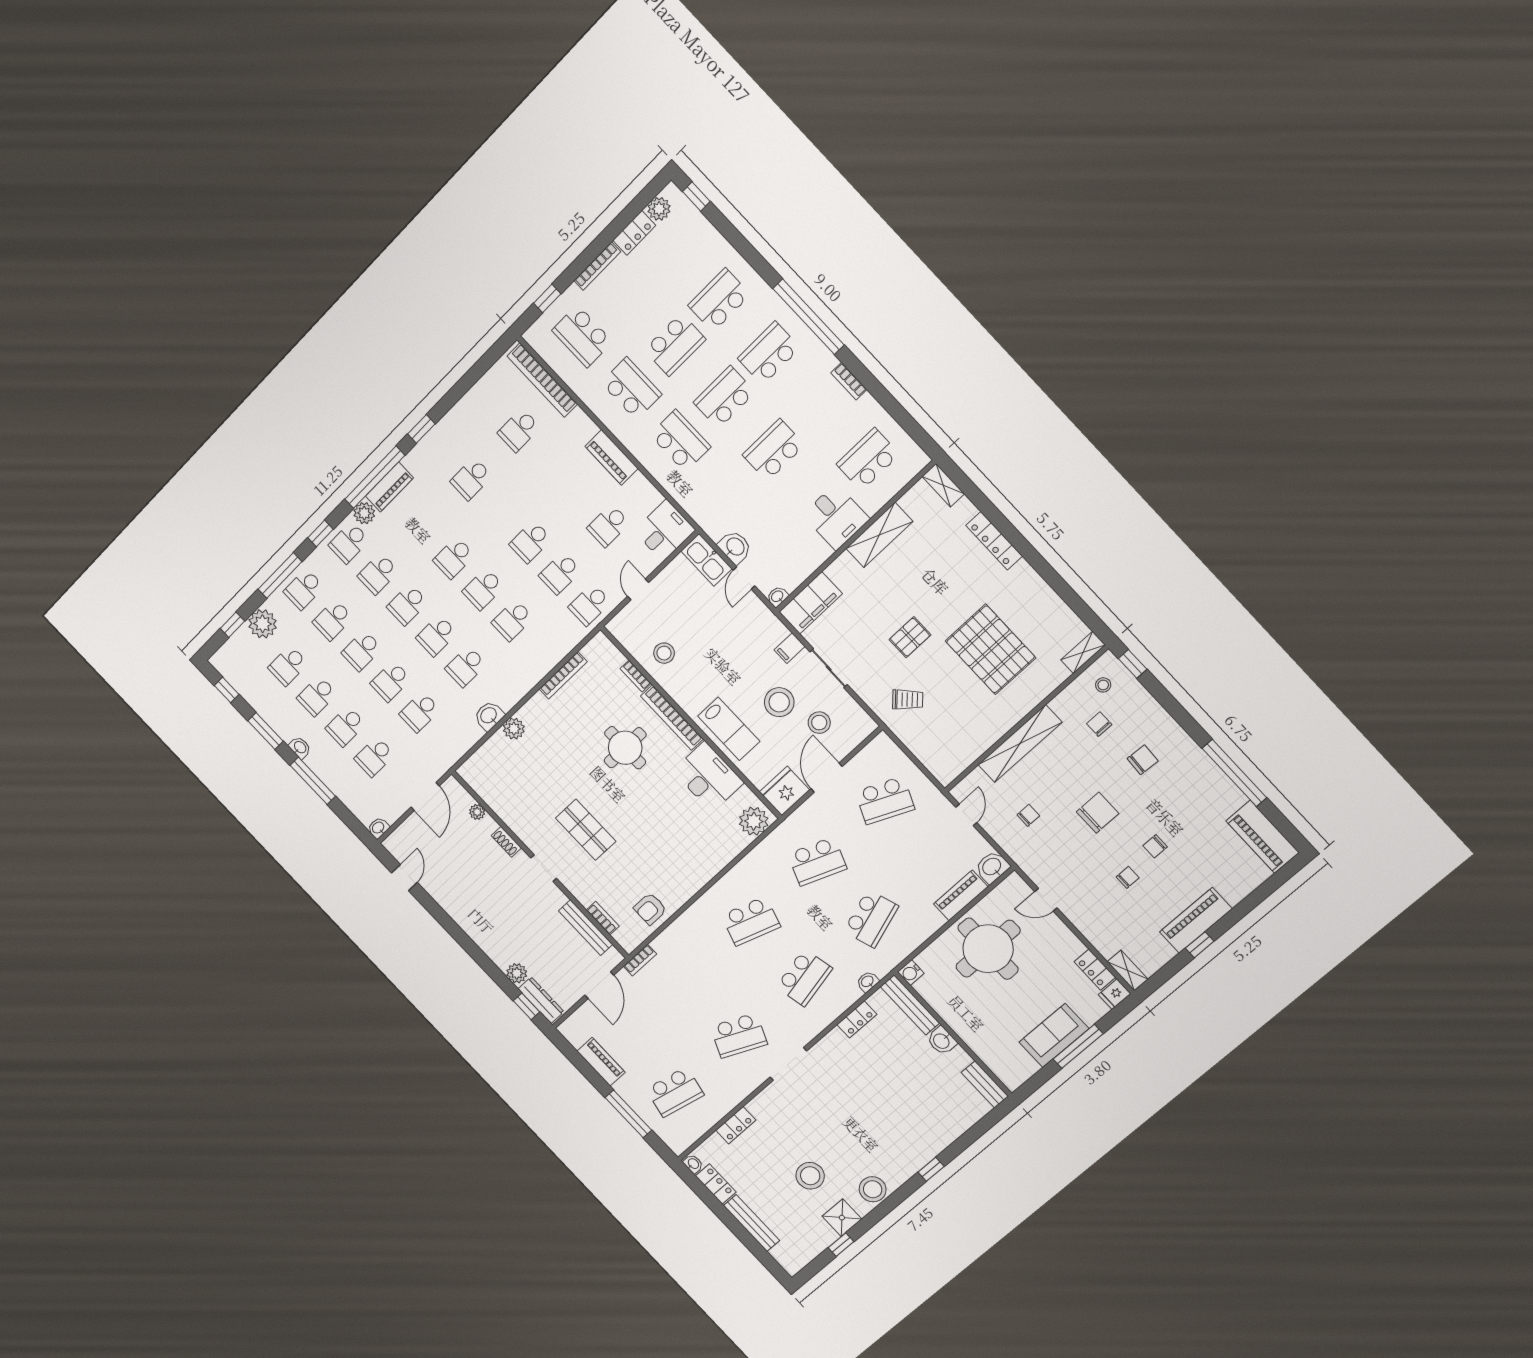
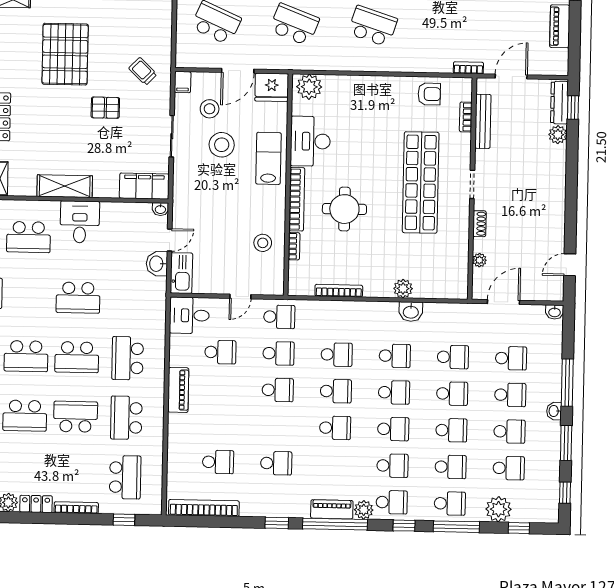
bookcase: (542, 380) -> (204, 508), moved, turned -90
filing cabinet: (790, 648) -> (183, 82), moved, turned 90
shop shelf: (586, 830) -> (421, 182), width x2.00, depth x1.36

